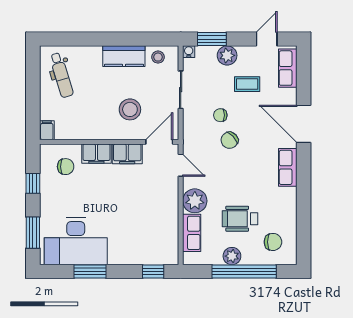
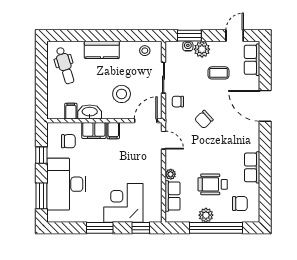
water cooler: (189, 52) -> (188, 46), moved
kitchen counter: (124, 56) -> (102, 50), moved
chair: (220, 115) -> (178, 102), moved
filing cabinet: (47, 130) -> (71, 111), moved
washbasin: (91, 131) -> (90, 112), added
filing cabinet: (127, 154) -> (113, 131), width x0.50
row of seats: (288, 167) -> (252, 167), moved
plant: (195, 201) -> (171, 174), width x0.53, depth x0.53
desk: (76, 241) -> (66, 184), moved, turned 90
corner desk: (132, 241) -> (123, 203), added
window: (90, 271) -> (100, 228), moved

